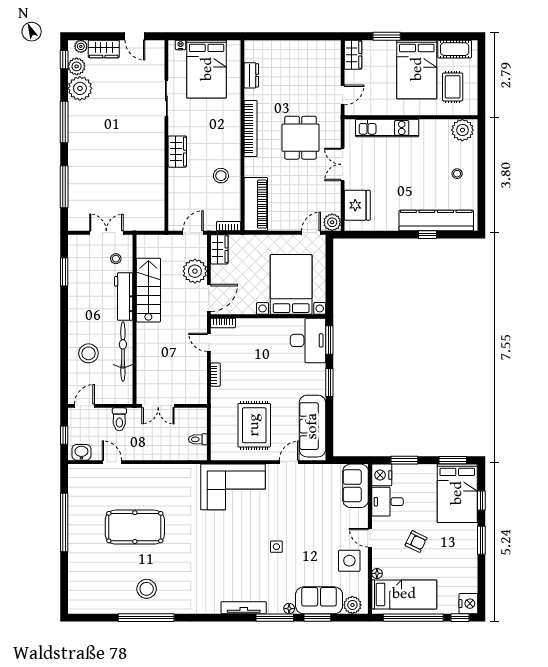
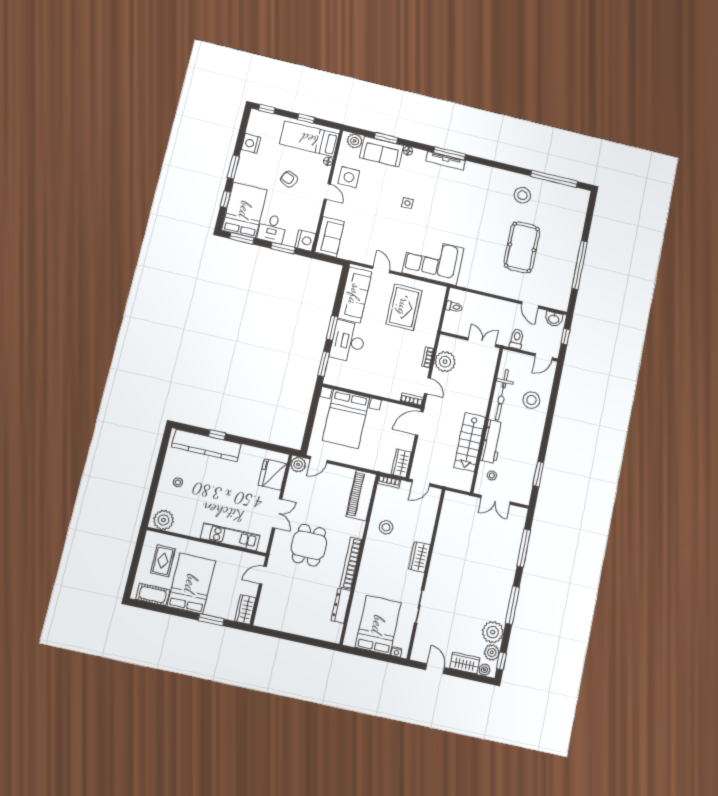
dresser: (251, 75) -> (341, 606), width x1.44
plant: (195, 271) -> (445, 362), moved
desk: (308, 340) -> (348, 341), moved
door: (289, 462) -> (381, 270), swing flipped
desk: (387, 502) -> (272, 229), moved, turned 90
pool table: (135, 527) -> (522, 247), turned 90
nightstand: (468, 604) -> (251, 143), moved
window: (146, 618) -> (554, 179), moved
window: (275, 618) -> (450, 153), moved
window: (413, 618) -> (306, 119), width x0.32

